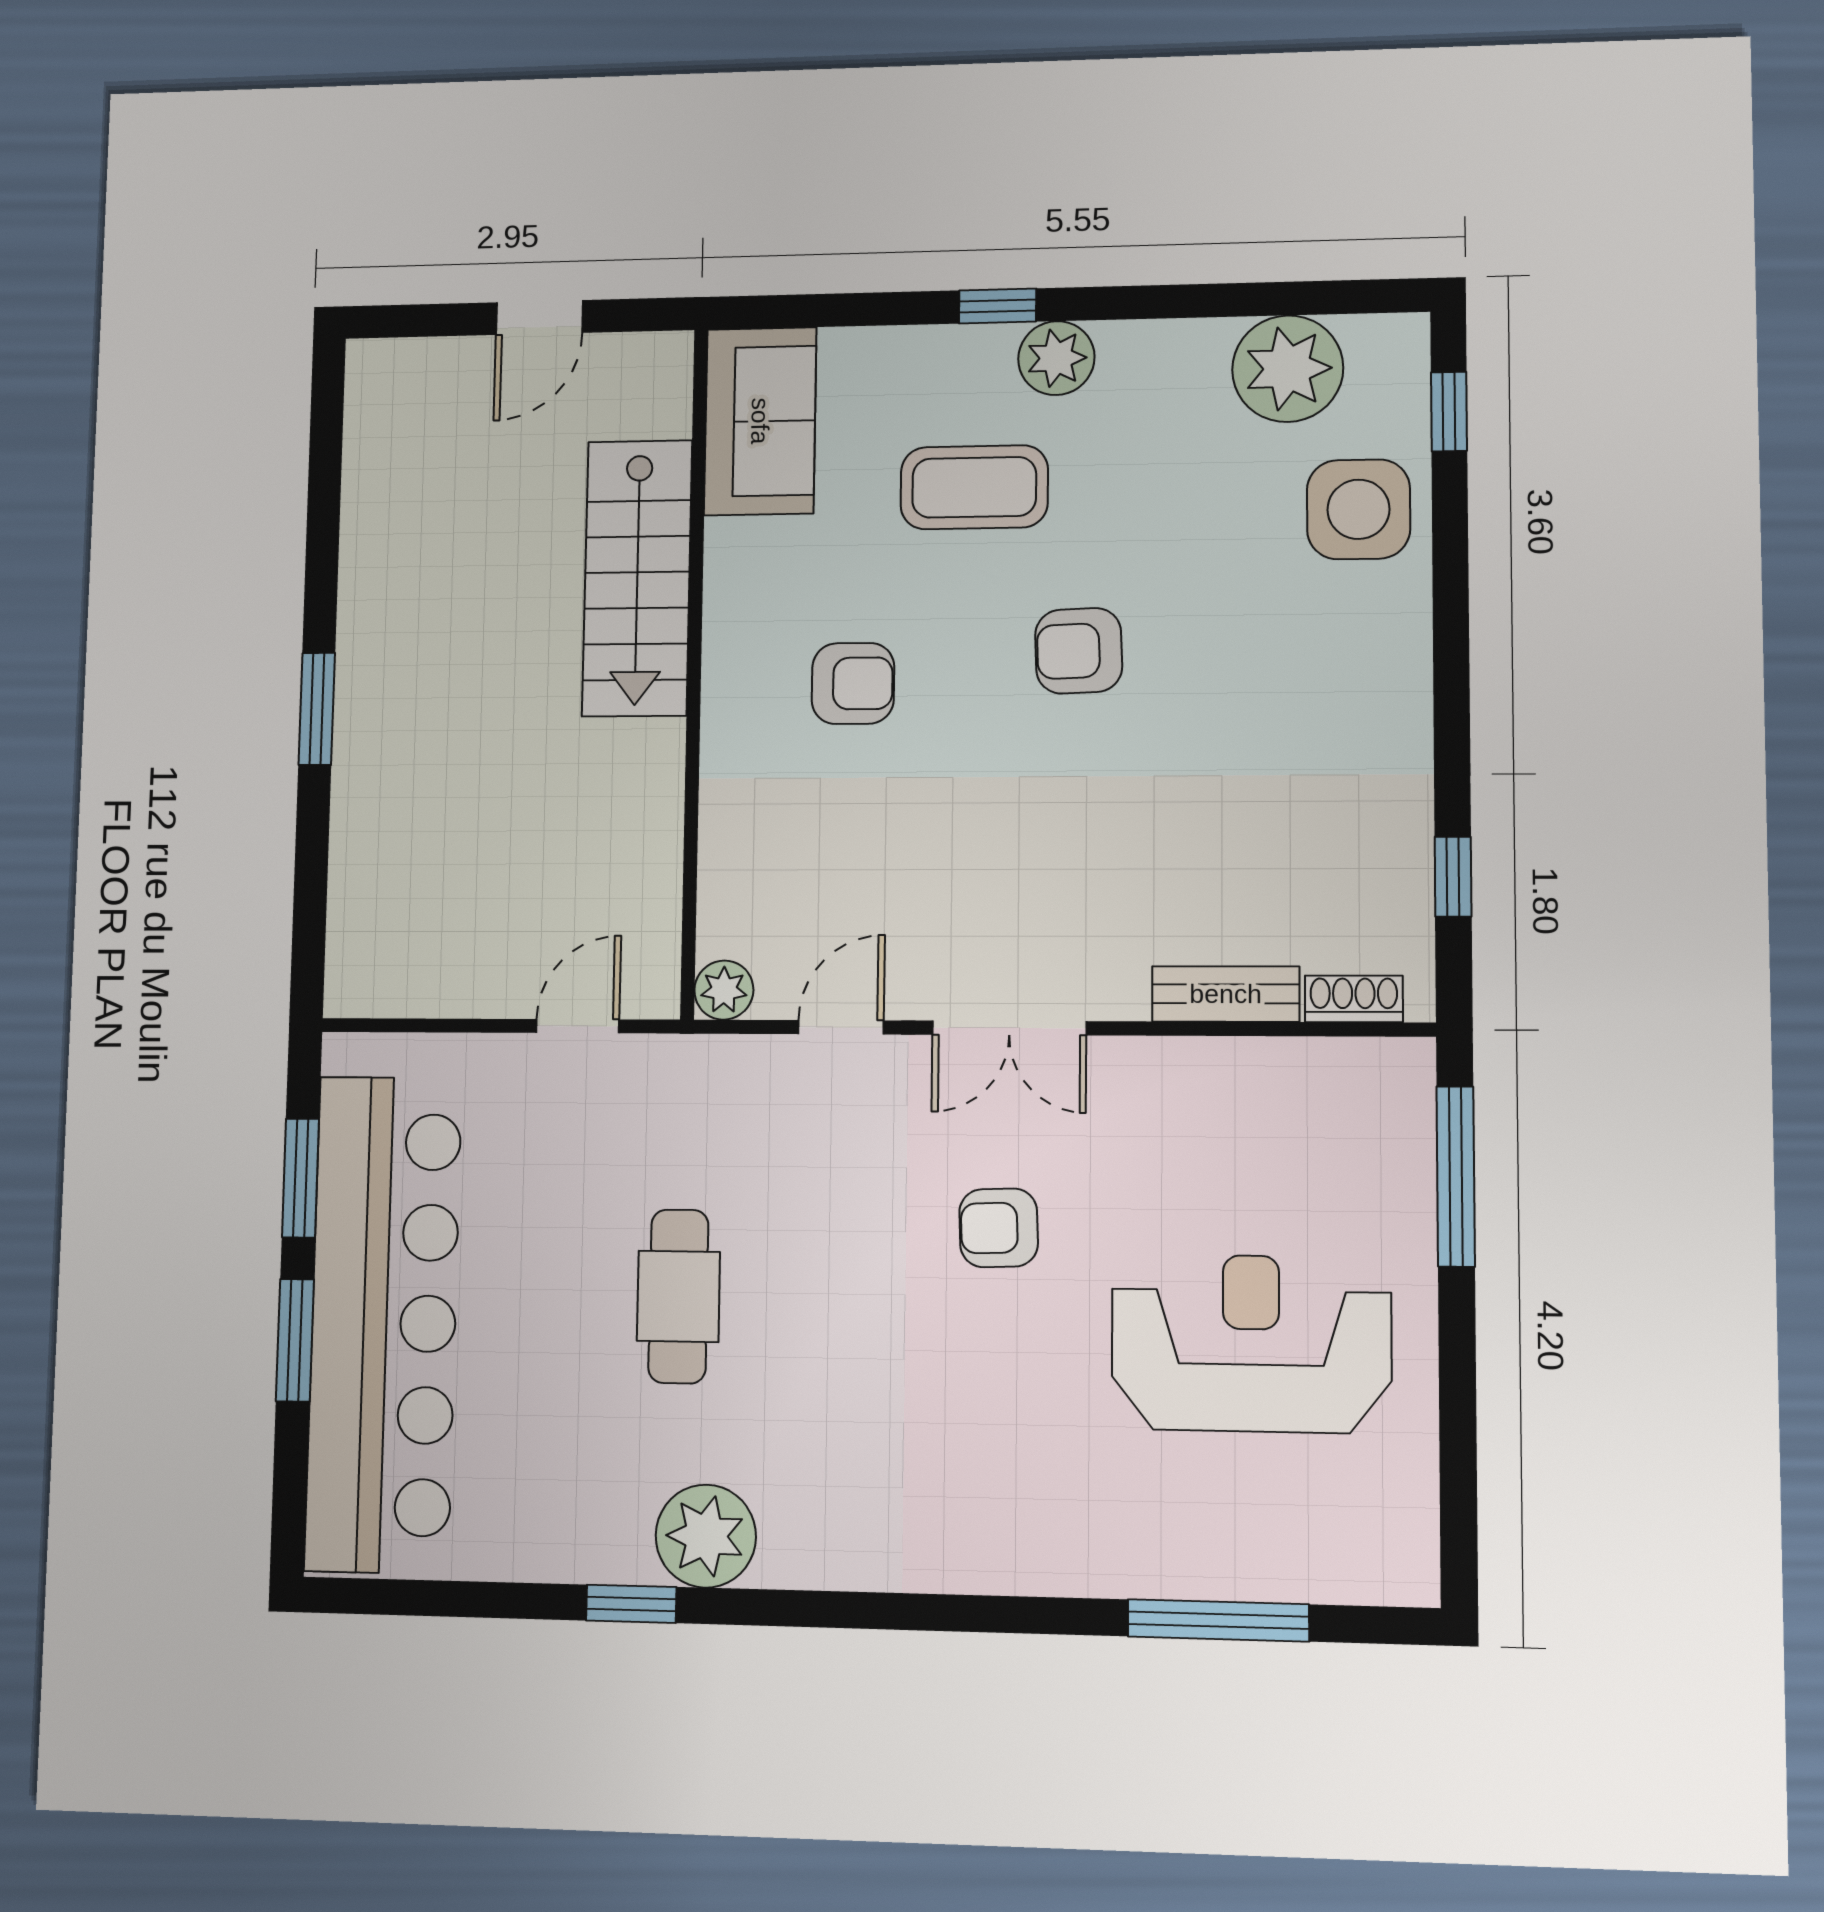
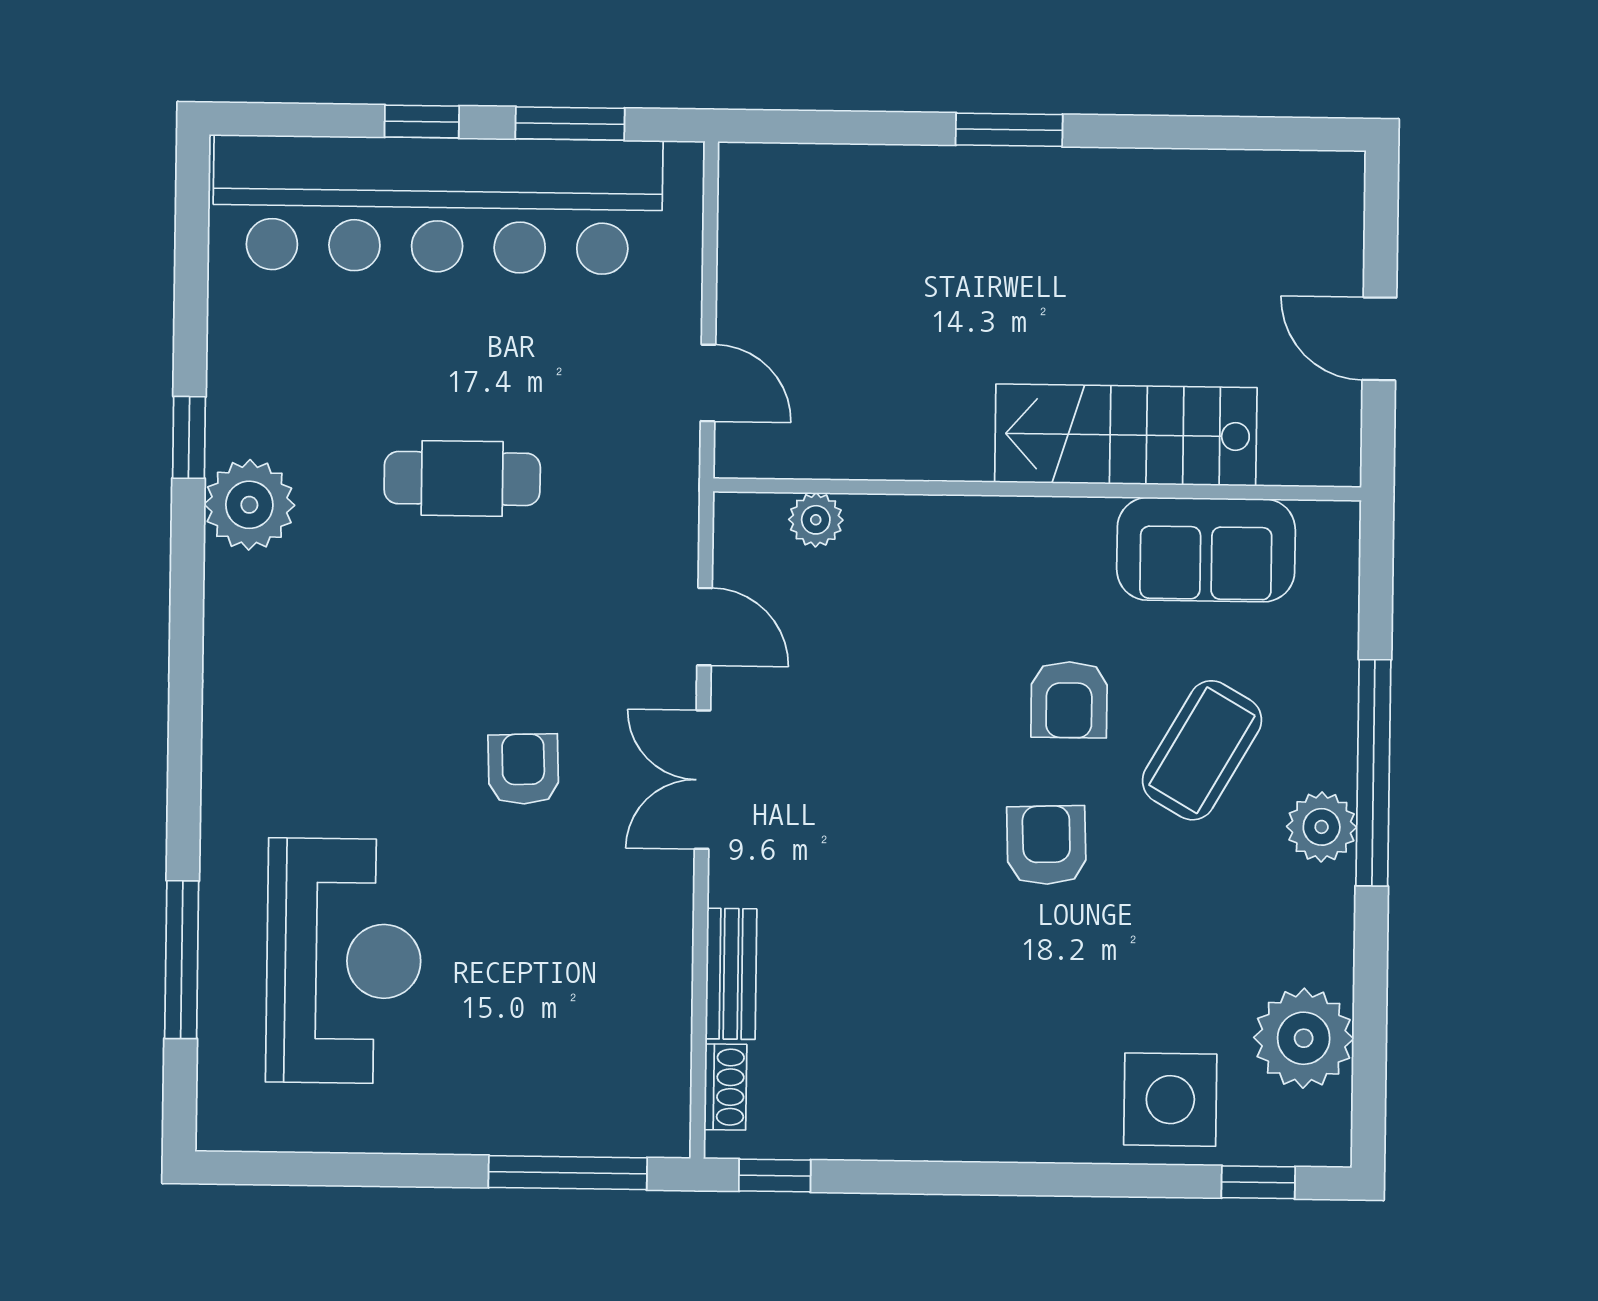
window: (998, 306) -> (1373, 773), width x3.17
sofa: (760, 421) -> (1206, 550), moved
coffee table: (974, 487) -> (1202, 750), turned 30
armchair: (853, 683) -> (1069, 700), moved
window: (1453, 877) -> (775, 1176), moved
plant: (724, 990) -> (816, 520), moved
window: (295, 1340) -> (422, 122), width x0.67
reception desk: (1251, 1343) -> (344, 961), moved

